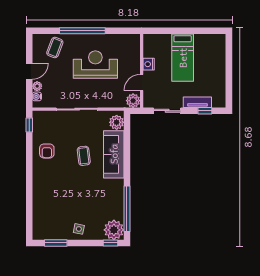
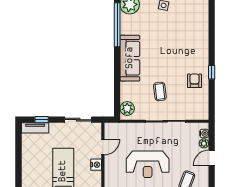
plant: (133, 101) -> (111, 129), removed
tv unit: (197, 102) -> (35, 128), moved
window: (29, 125) -> (212, 72), moved
sofa: (114, 154) -> (130, 58), moved
coffee table: (84, 156) -> (160, 91), moved

